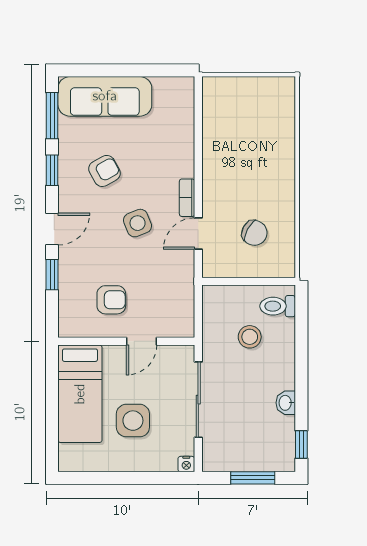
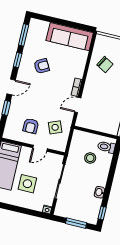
sofa: (105, 96) -> (70, 37), moved
side table: (138, 223) -> (55, 127), moved
chair: (254, 233) -> (105, 64), moved
armchair: (111, 300) -> (31, 126), turned 90

